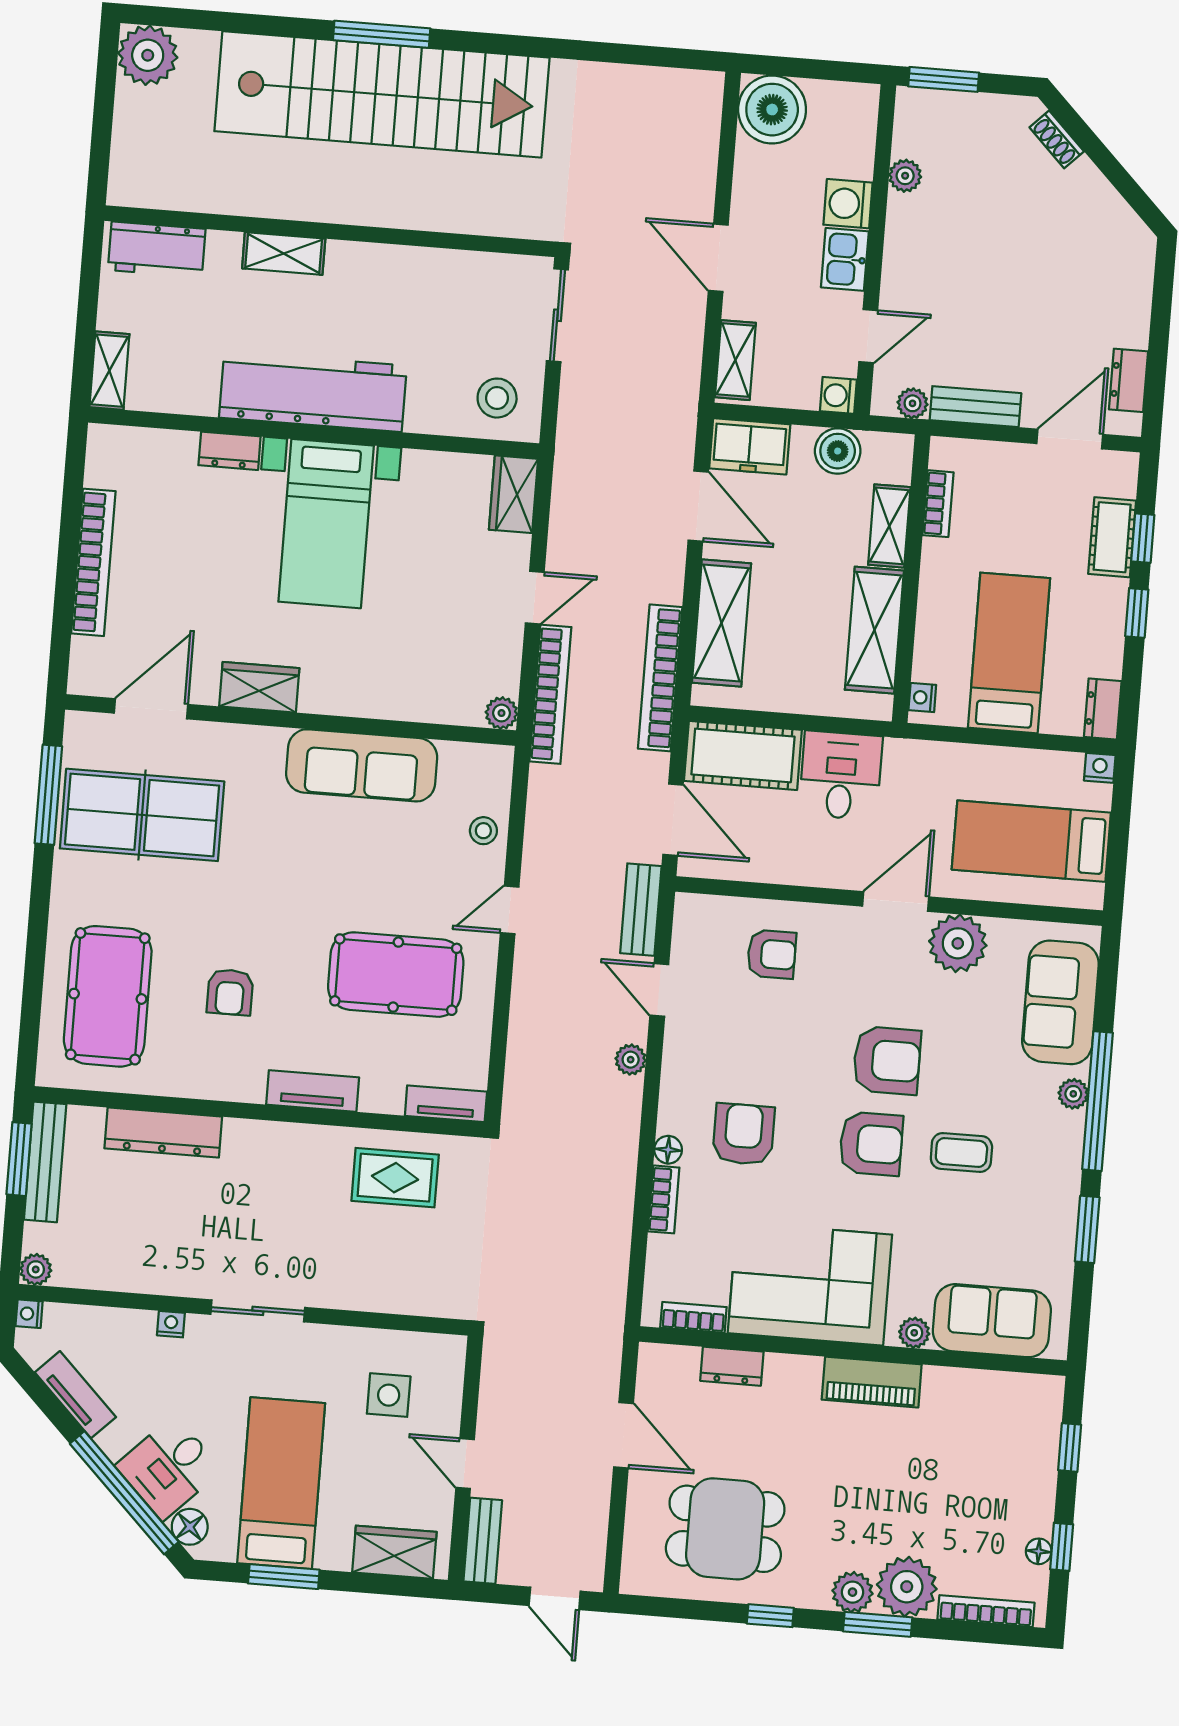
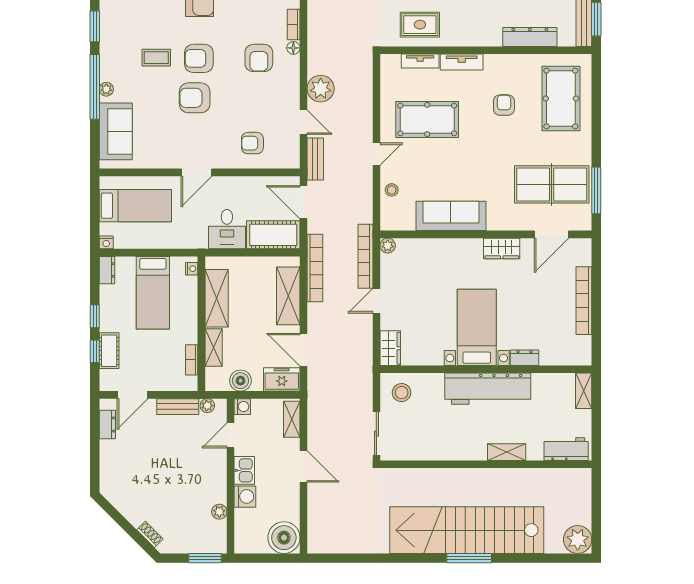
plant: (958, 943) -> (166, 155), removed
plant: (631, 1060) -> (321, 89), width x1.88, depth x1.88
tv unit: (446, 1104) -> (420, 61), moved

